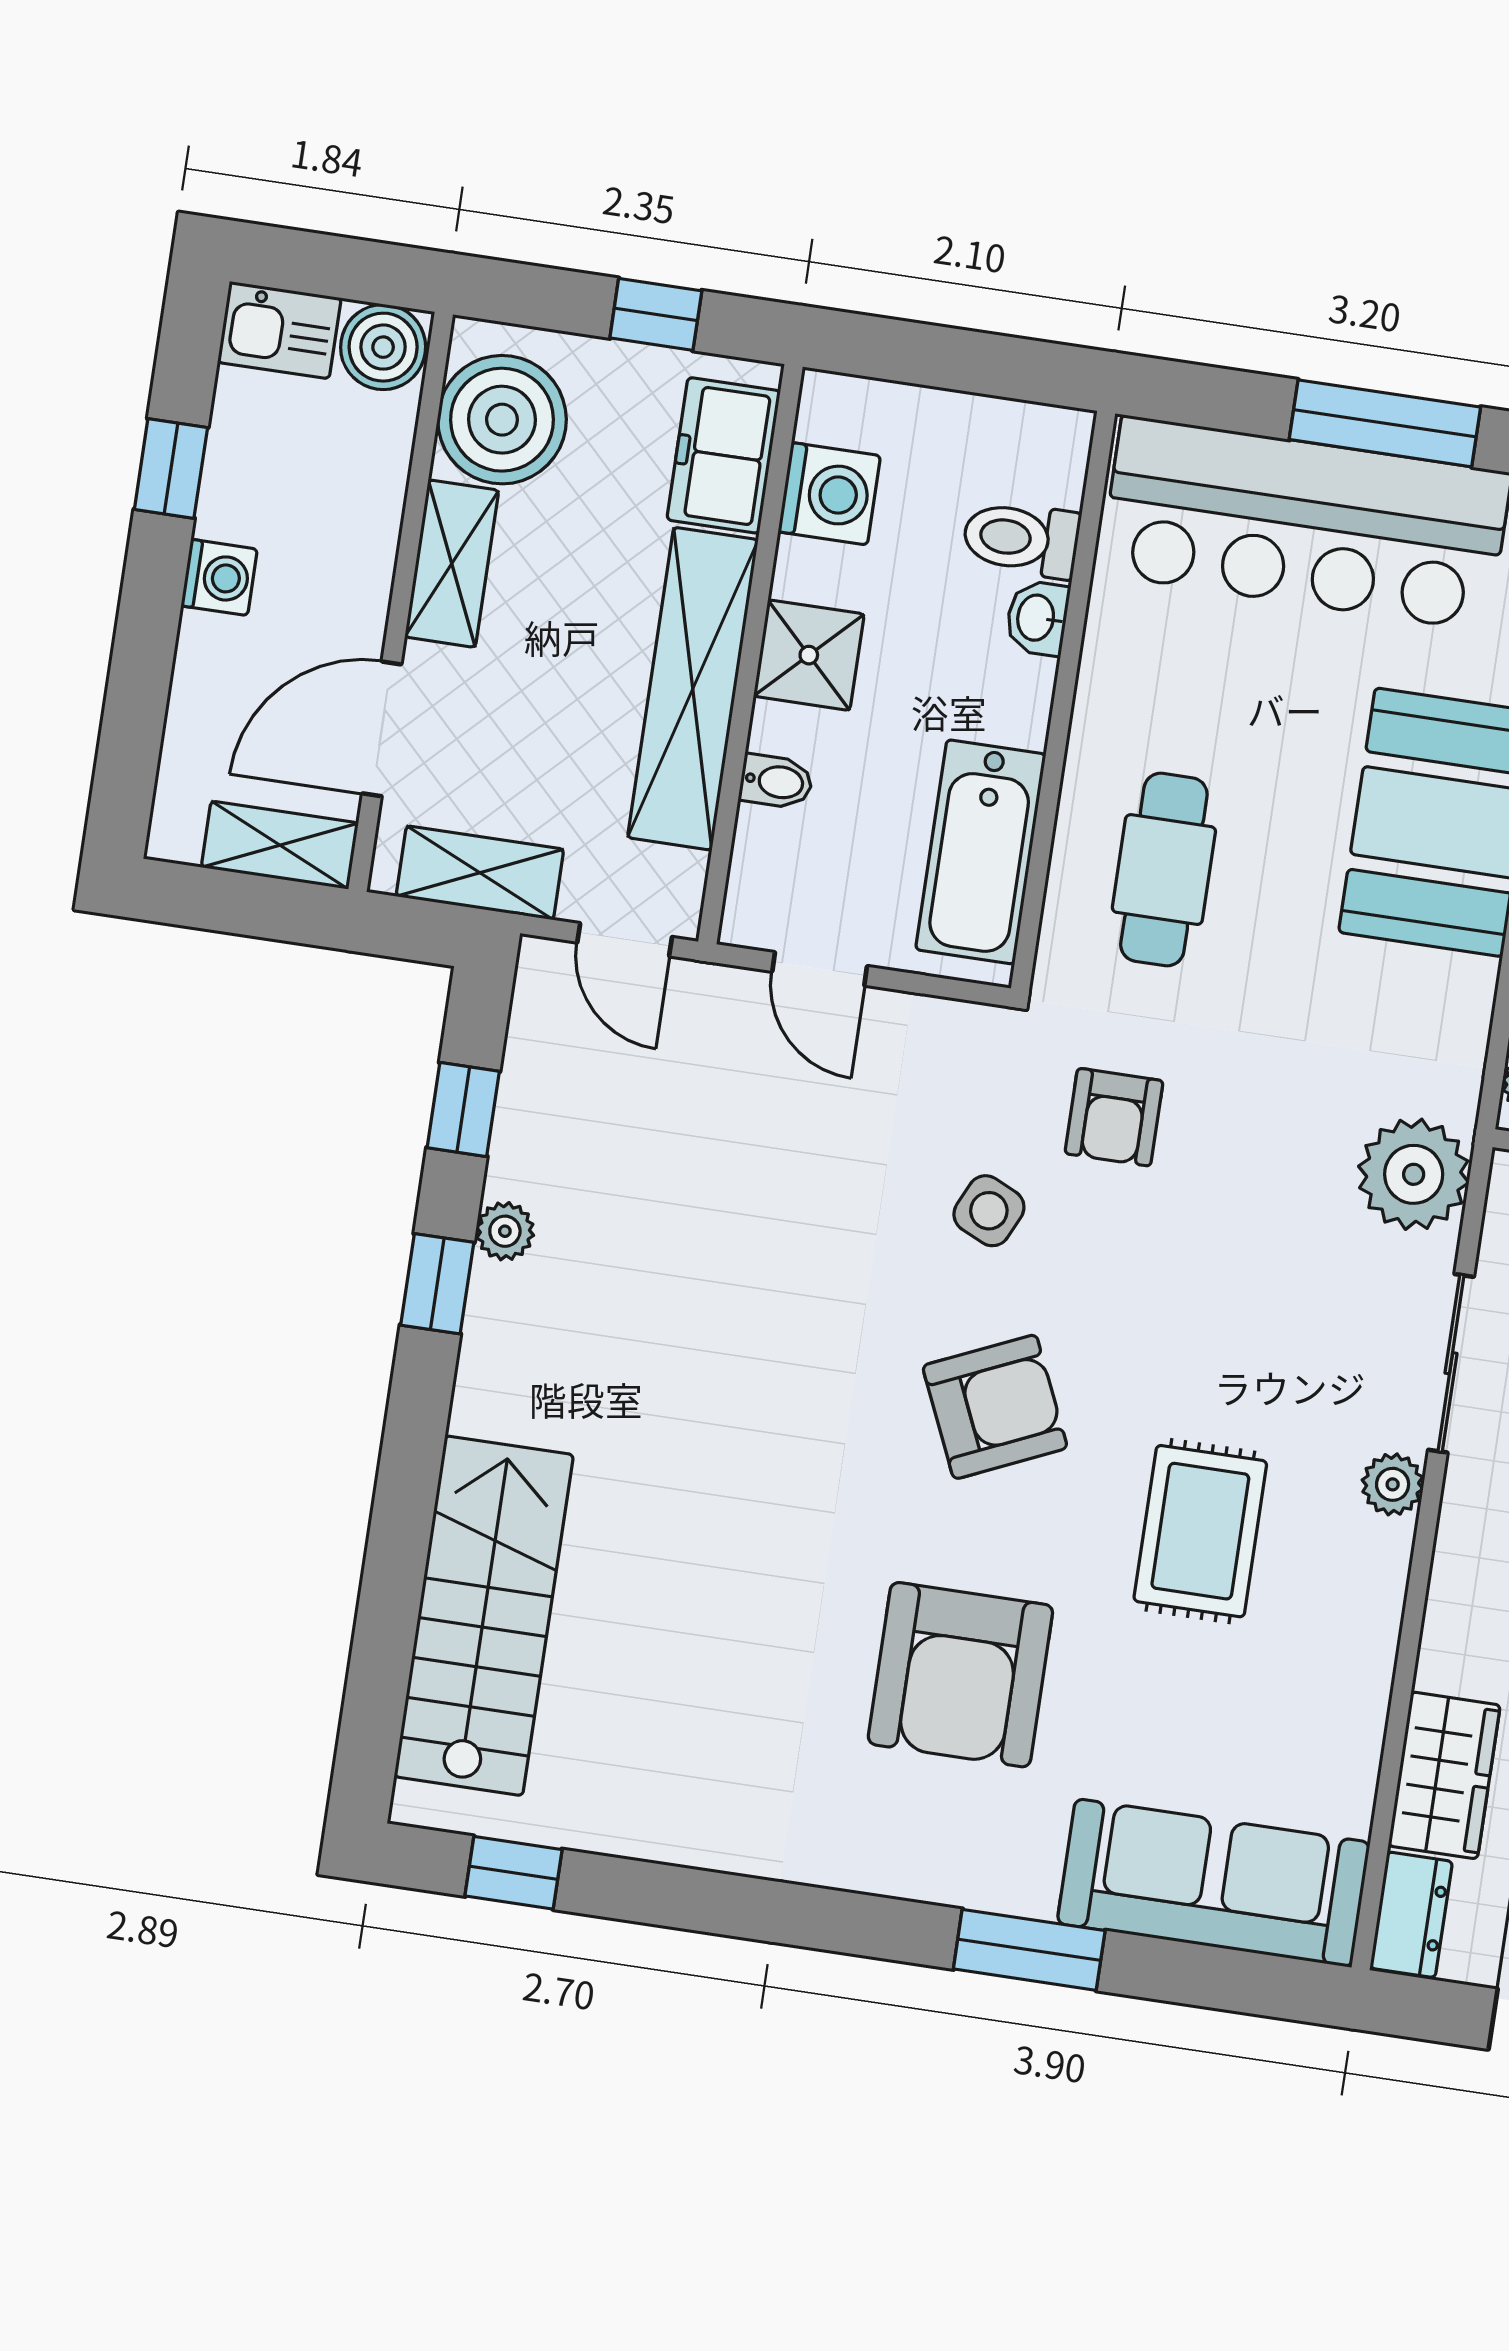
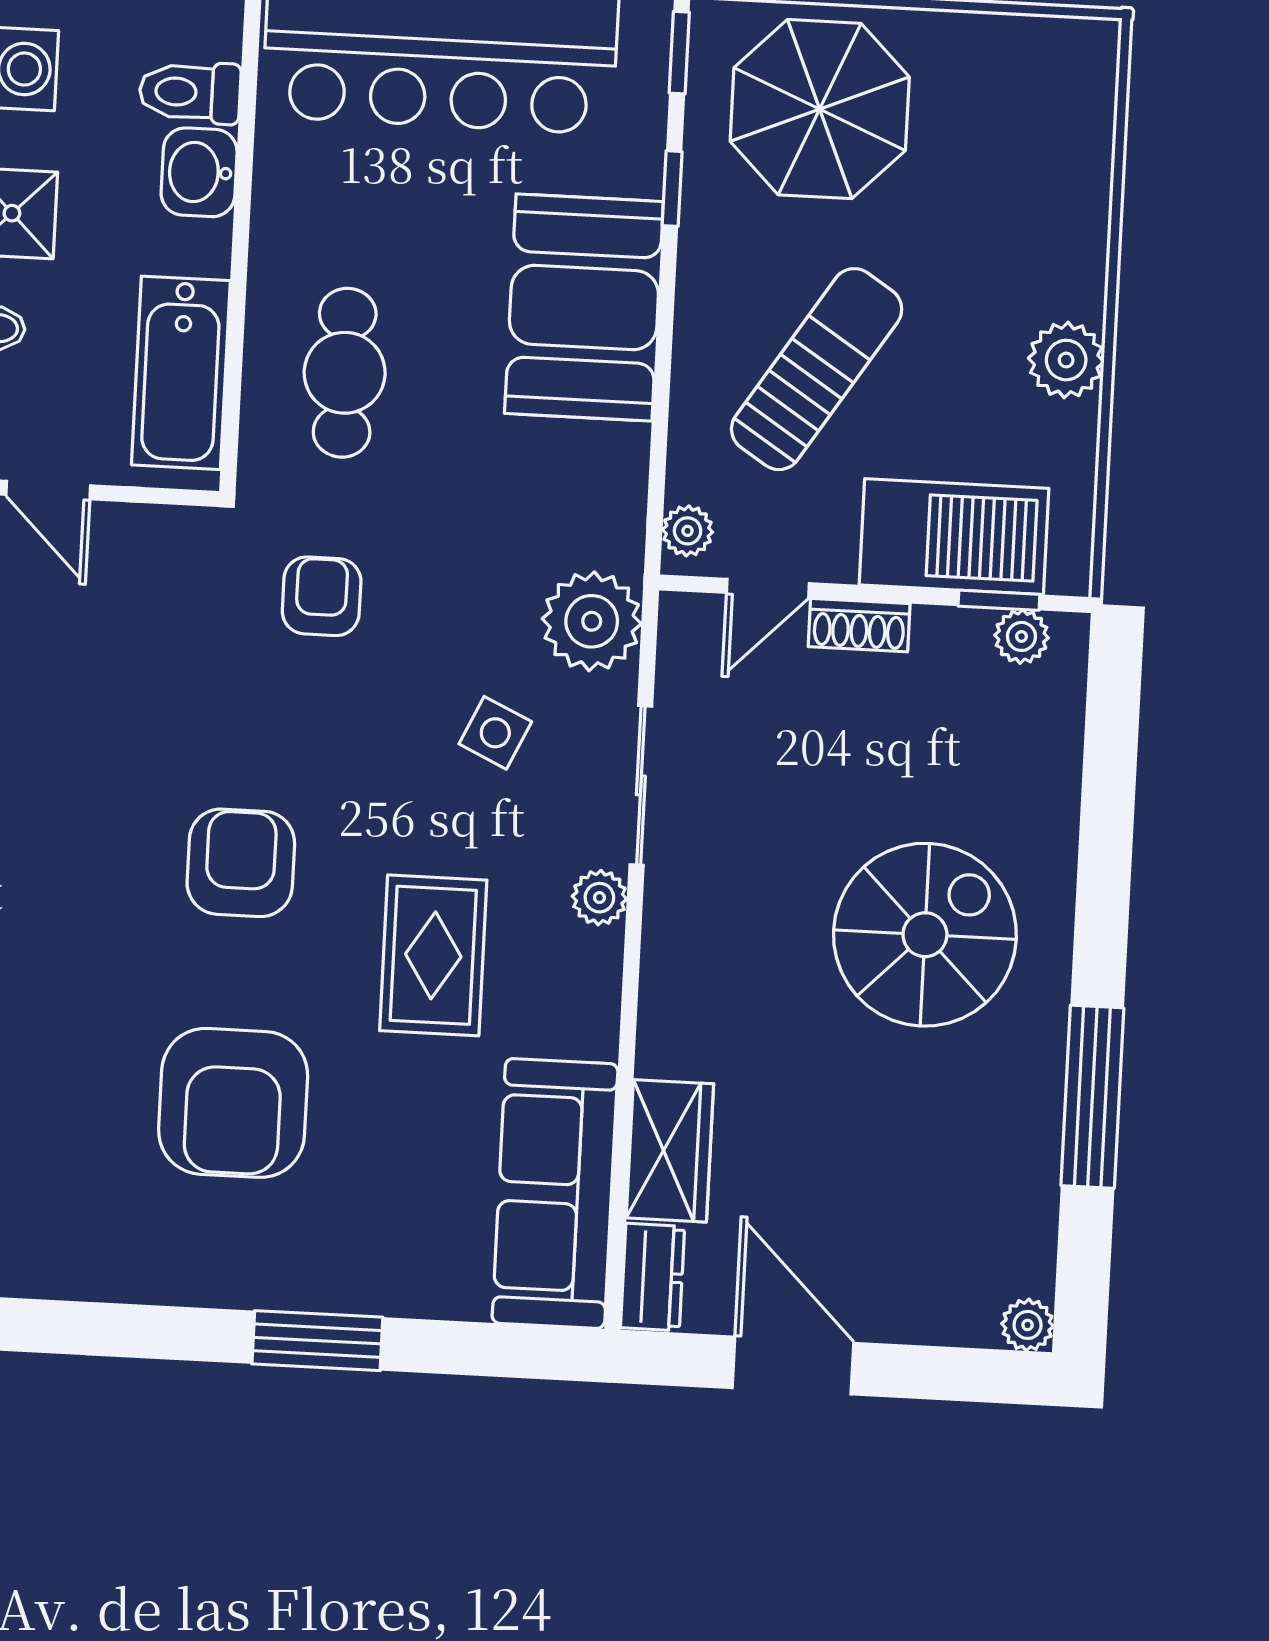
washbasin: (1037, 618) -> (199, 172), width x1.38, depth x1.45
armchair: (1114, 1117) -> (322, 596), turned 180
side table: (989, 1211) -> (495, 733), moved
armchair: (995, 1407) -> (241, 863), turned -66
sofa: (1214, 1883) -> (555, 1194), moved, turned -90

